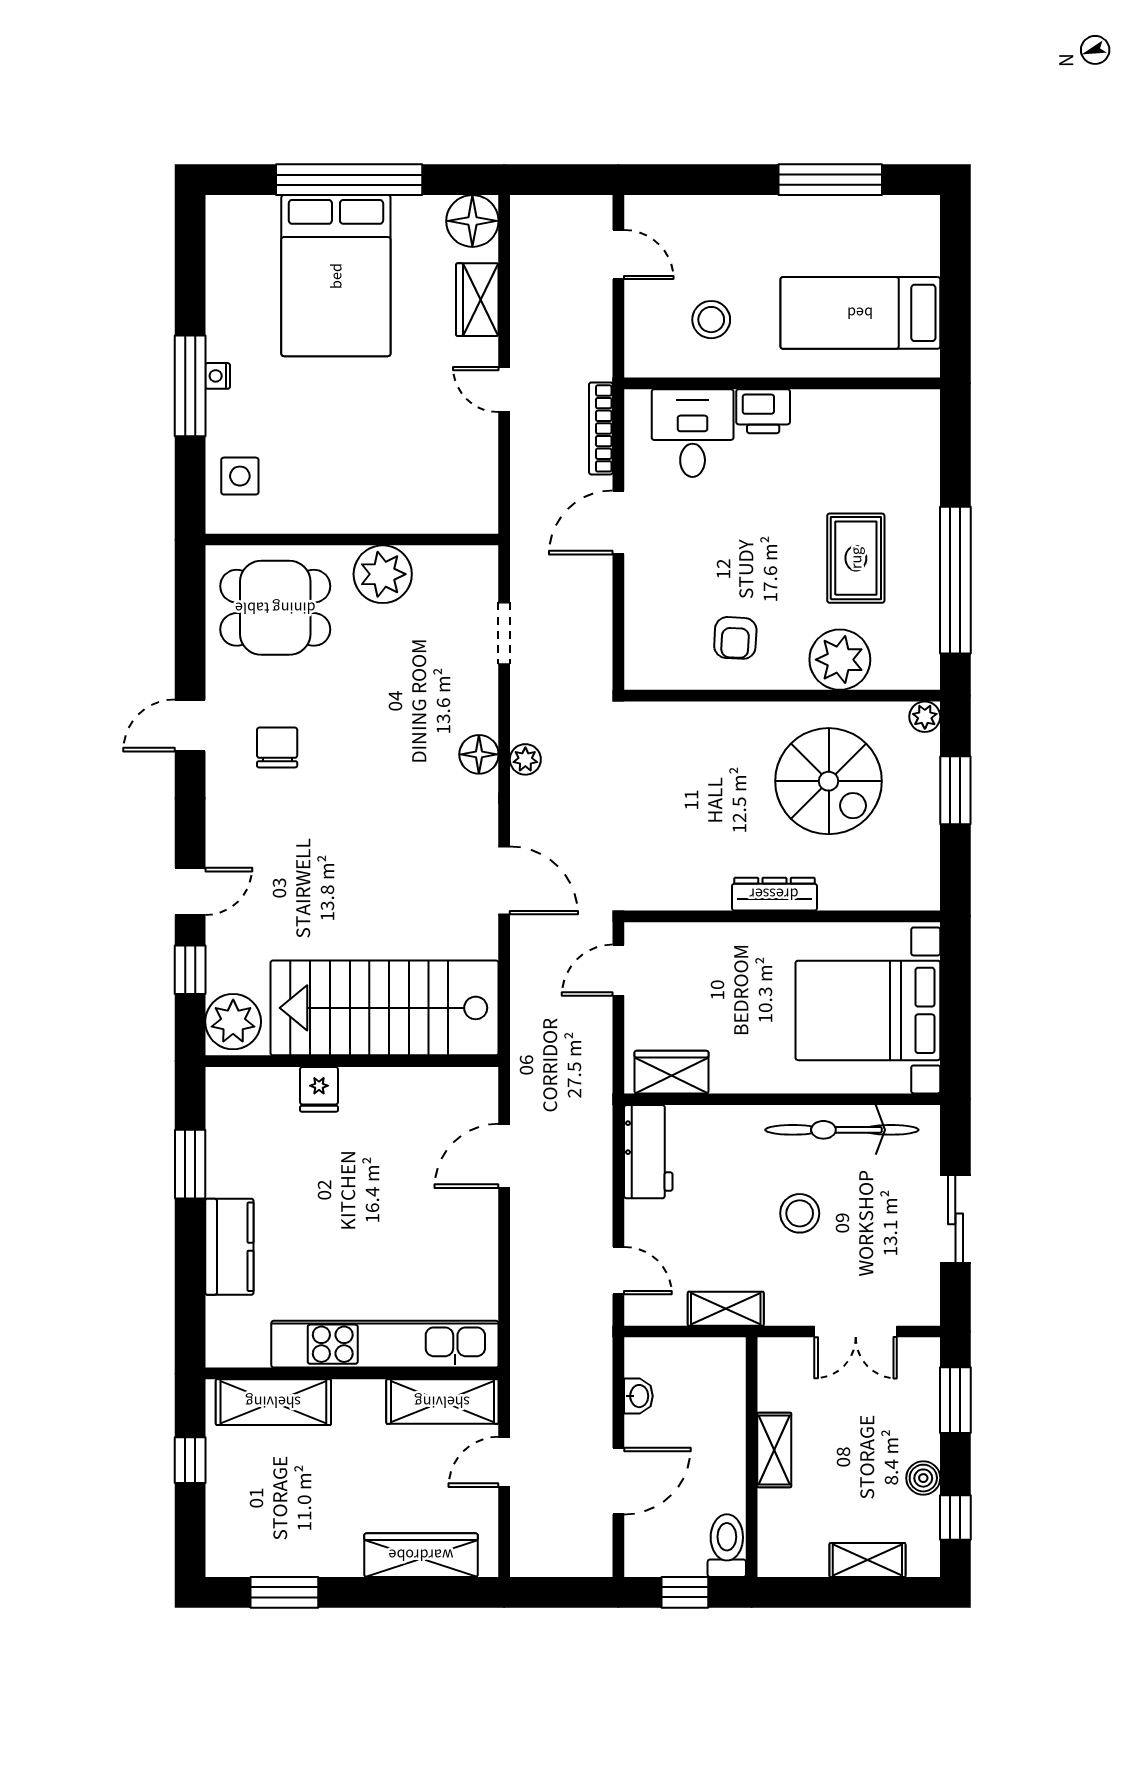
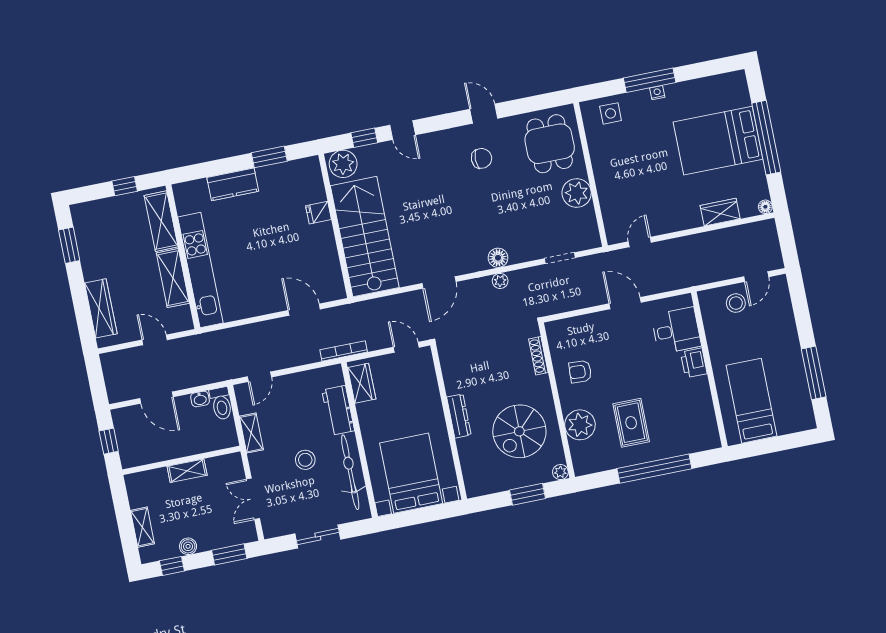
floor lamp: (472, 221) -> (765, 207), width x0.53, depth x0.53
stool: (711, 320) -> (736, 303), moved
door: (504, 390) -> (640, 242), moved
bookcase: (601, 428) -> (344, 351), moved
rug: (856, 558) -> (631, 423), turned 90
window: (955, 580) -> (654, 469), moved
shoe rack: (687, 714) -> (538, 356), added
workbench: (648, 1152) -> (338, 410), moved, turned 90
shelving: (442, 1402) -> (173, 278), moved
toilet: (727, 1546) -> (221, 403), moved, turned 90

